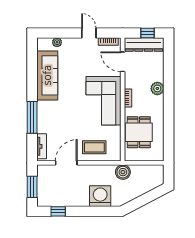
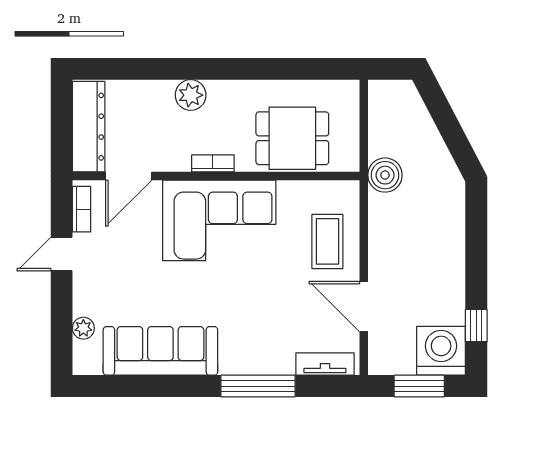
window: (147, 33) -> (62, 118), removed
washing machine: (100, 196) -> (441, 351), moved, turned 90

